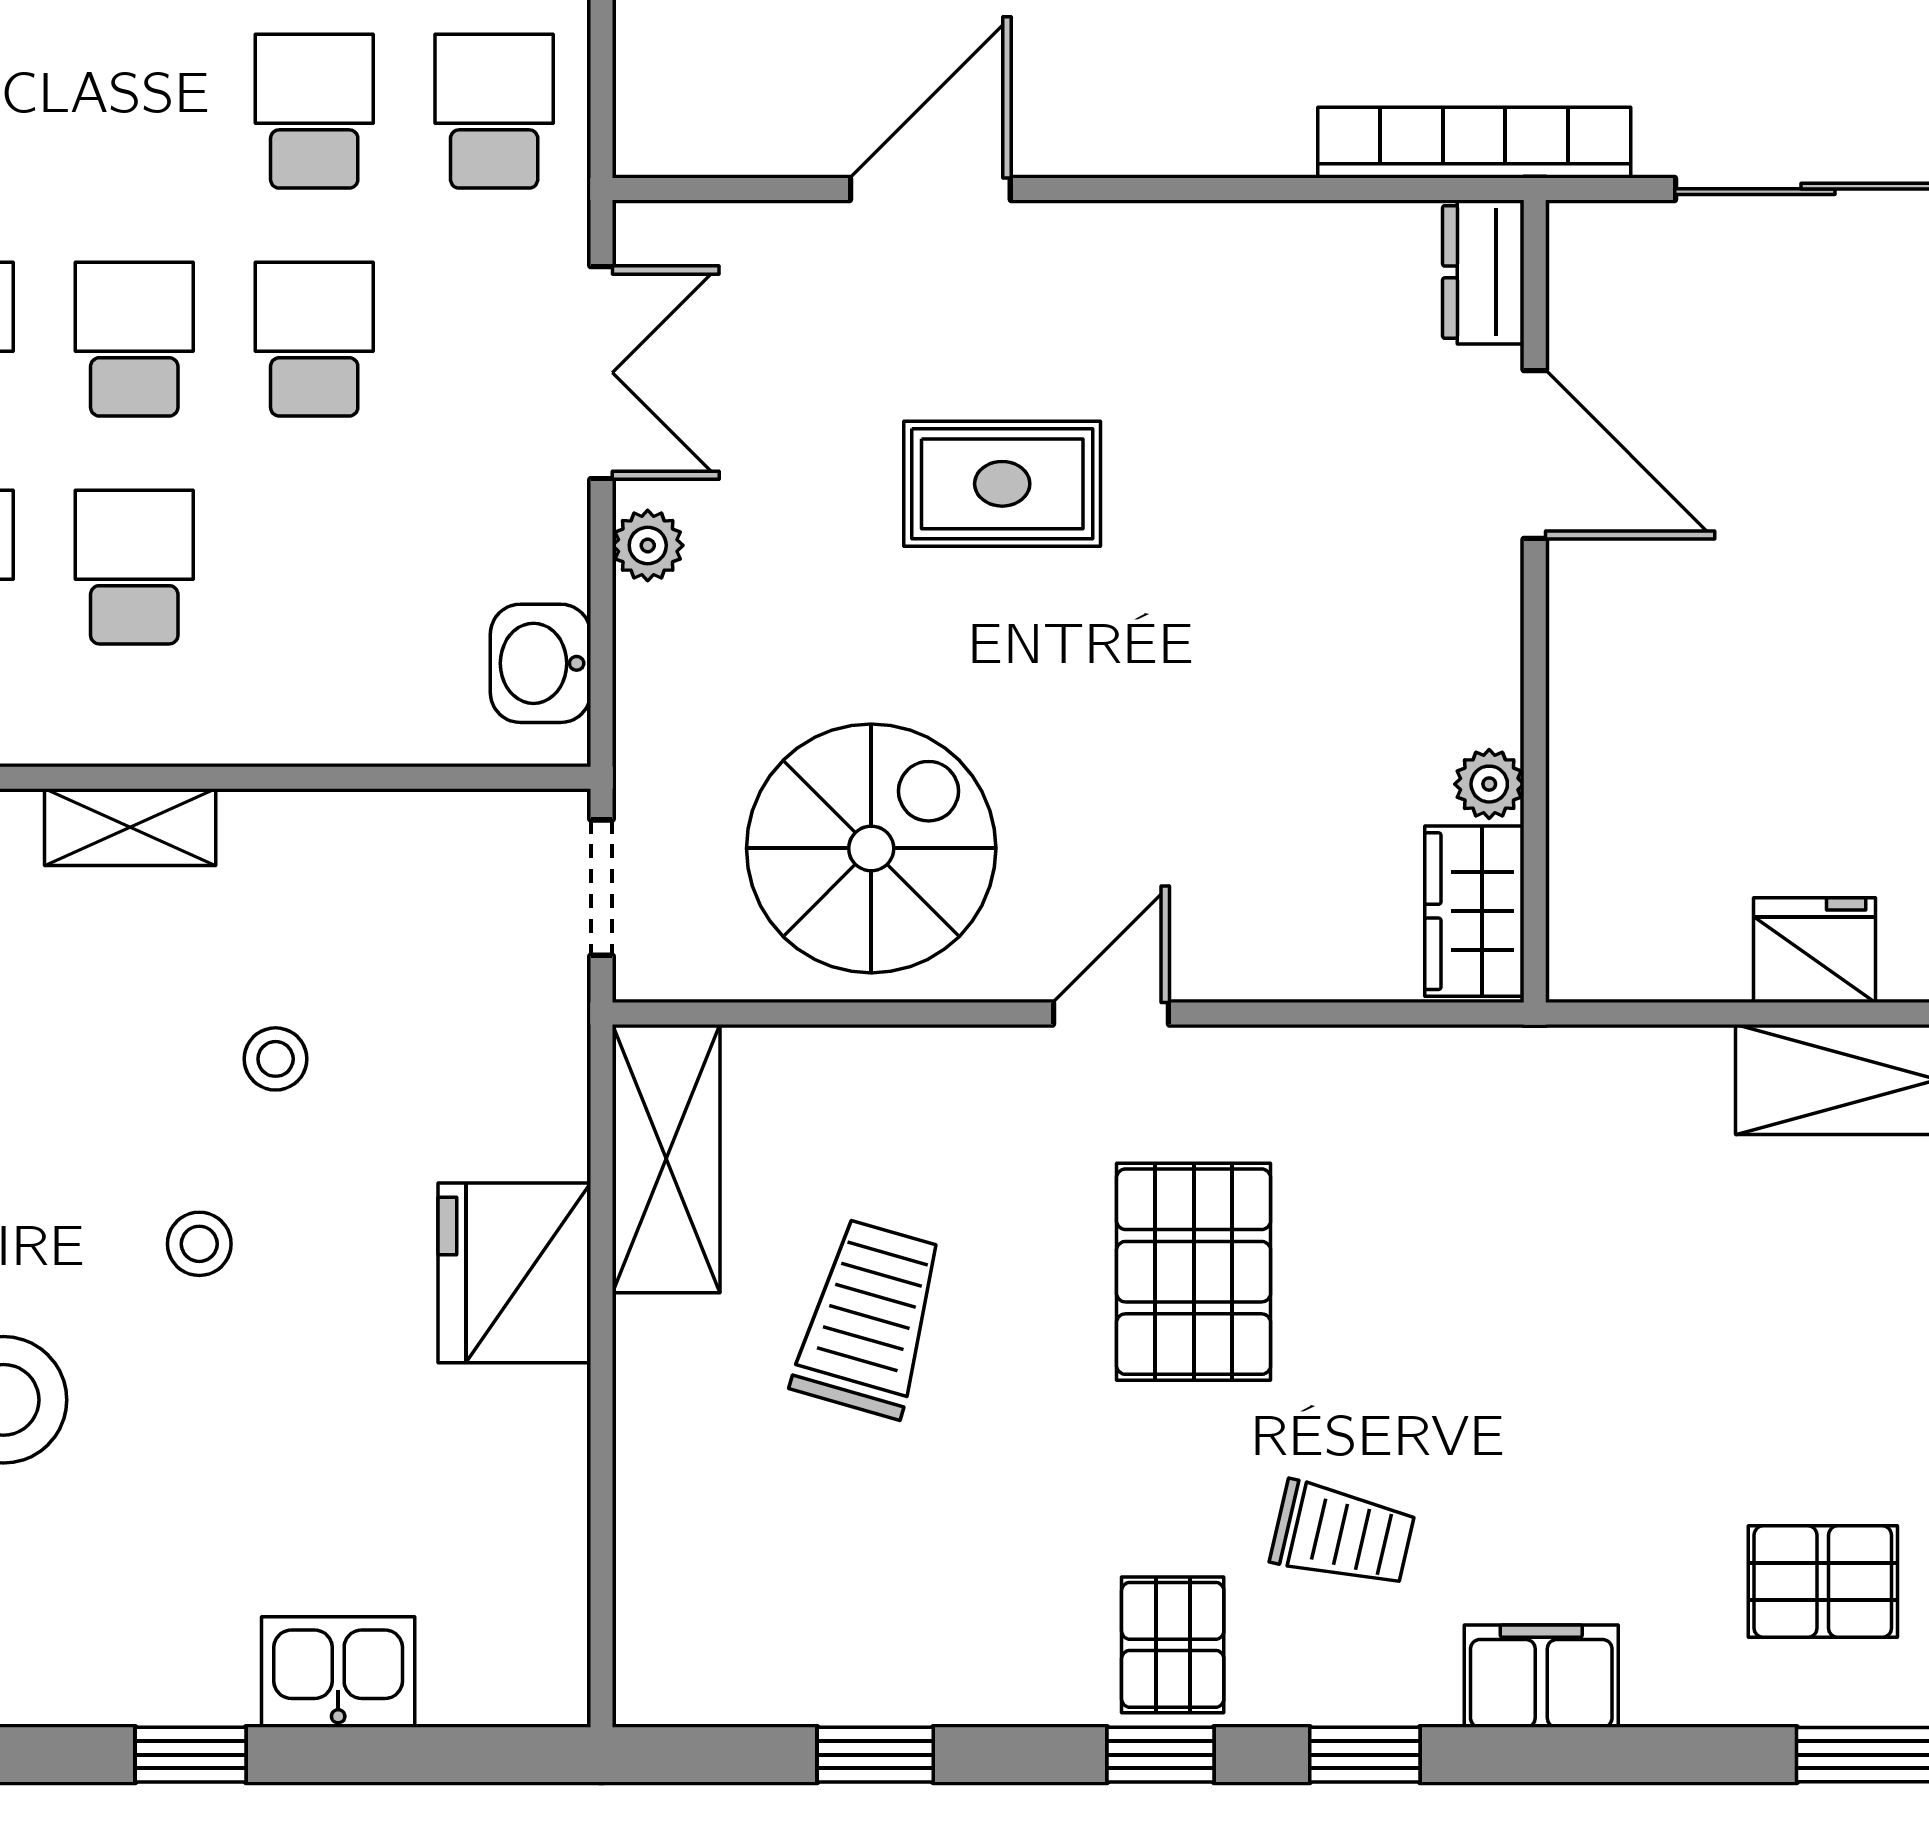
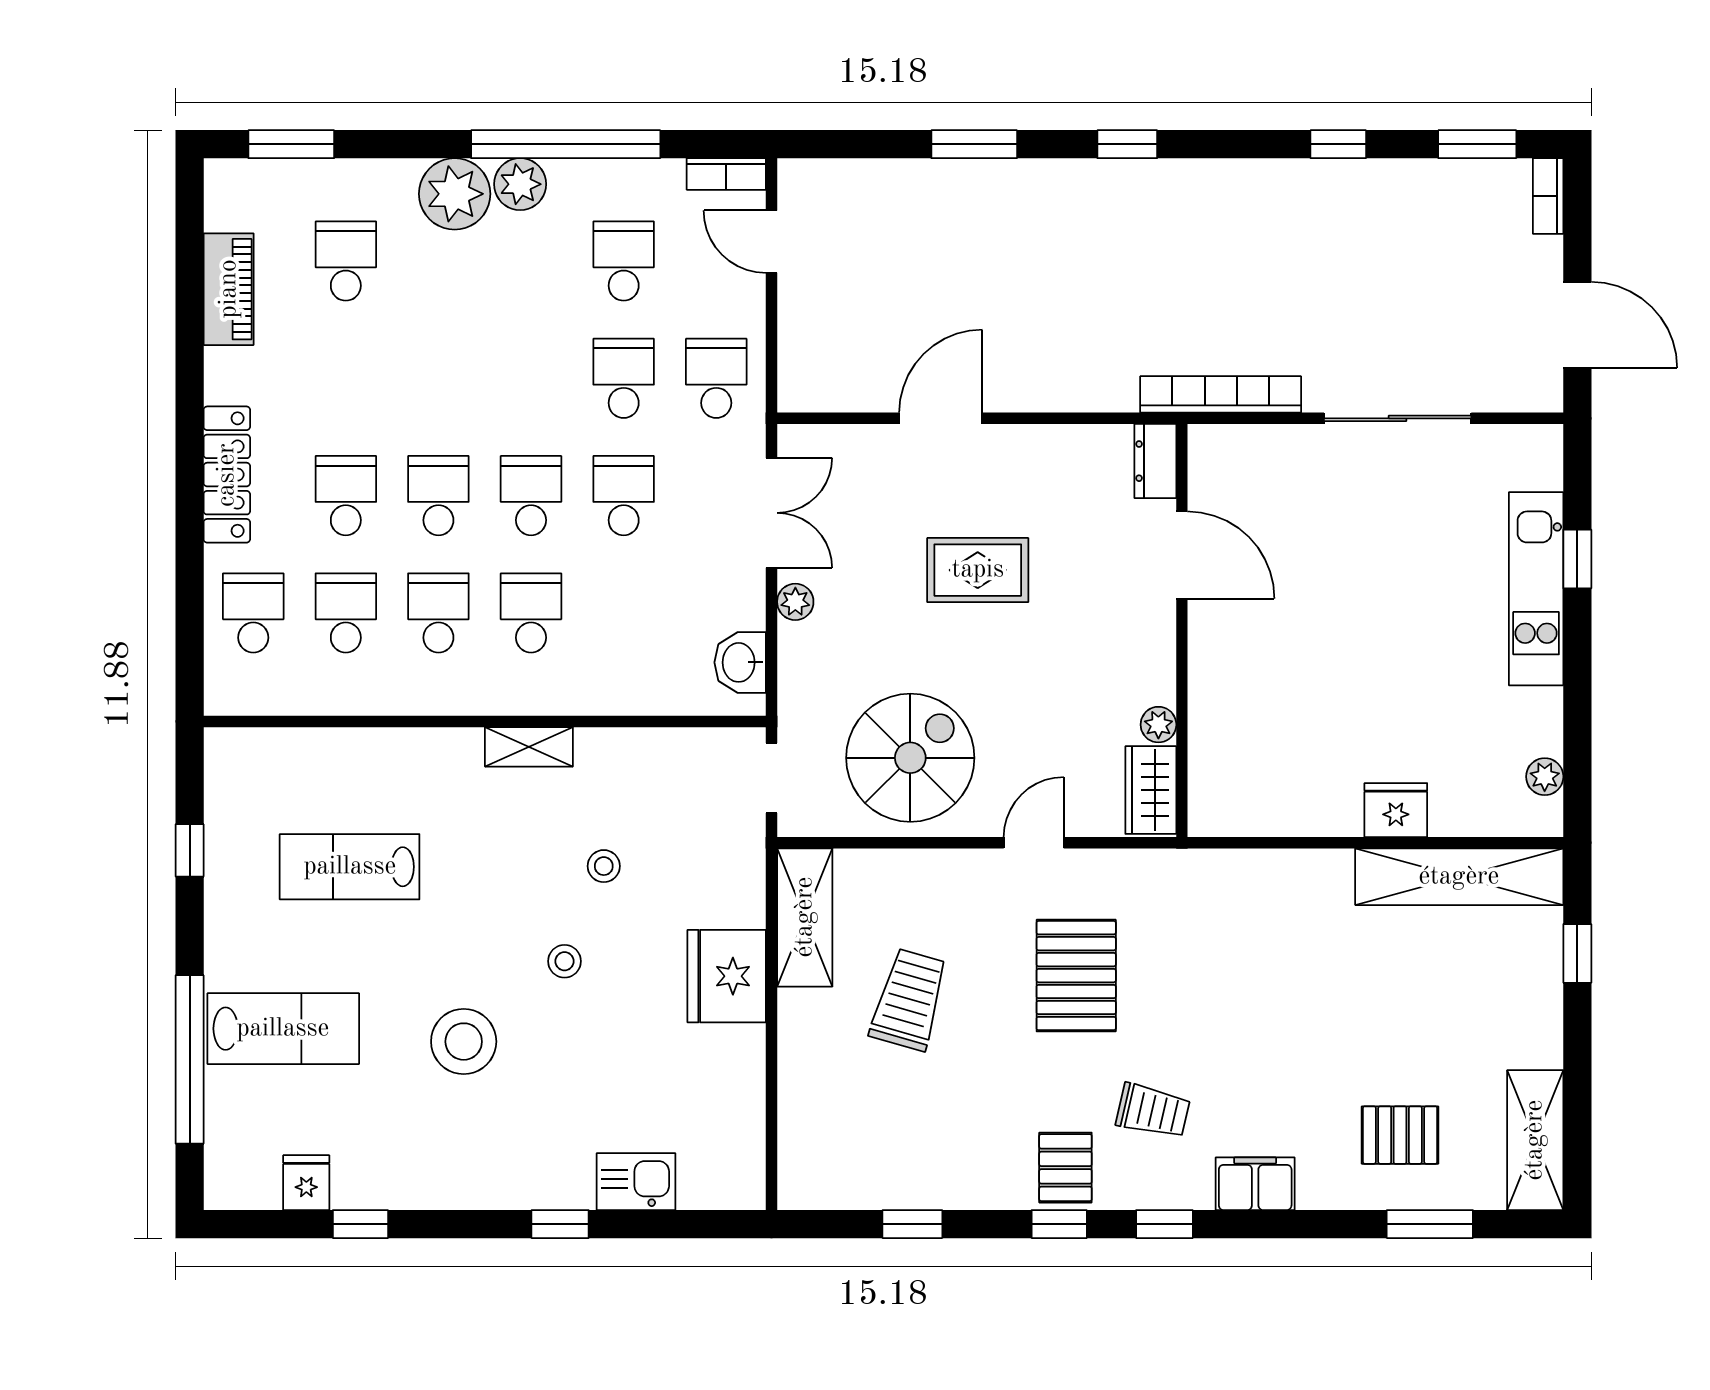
dresser: (1483, 272) -> (1155, 461), moved
door: (1535, 454) -> (1182, 555), moved
wall: (1535, 601) -> (1182, 630), moved
plant: (1489, 784) -> (1158, 725), moved
wardrobe: (1474, 911) -> (1151, 790), moved

